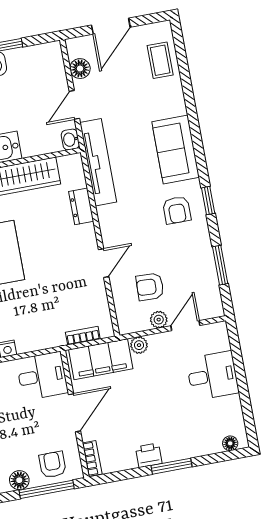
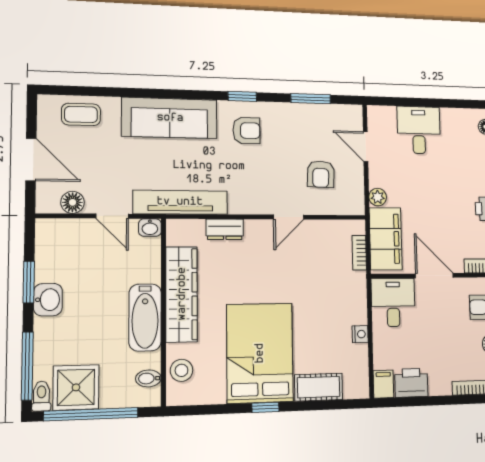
sofa: (176, 149) -> (170, 118), width x1.36
door: (104, 263) -> (288, 217), swing flipped
plant: (159, 320) -> (355, 172), removed

